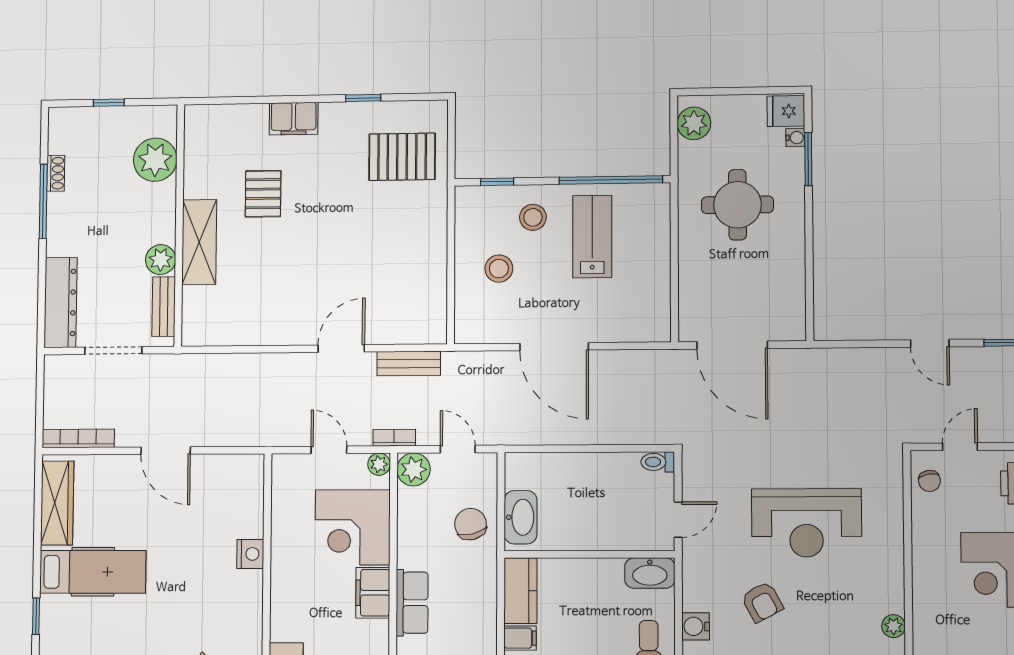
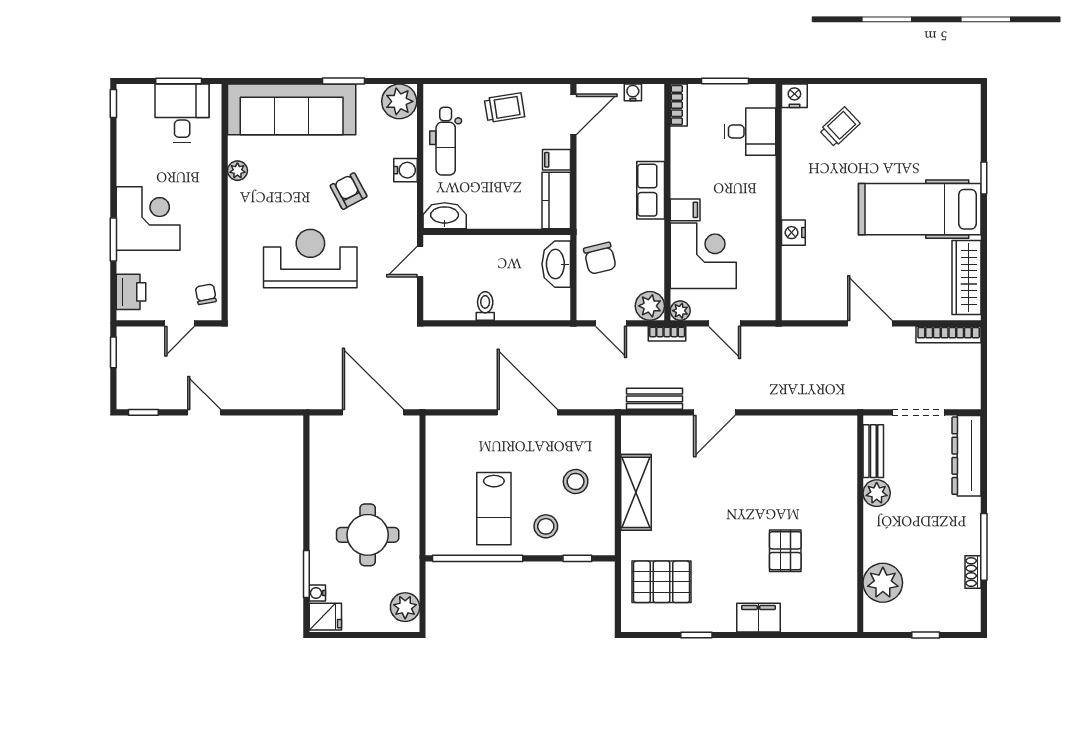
shelving: (199, 242) -> (636, 492), moved
toilet: (658, 462) -> (485, 306), moved, turned -90
hospital bed: (93, 572) -> (920, 209), width x1.37, depth x1.29
filing cabinet: (373, 593) -> (685, 210), width x0.50

